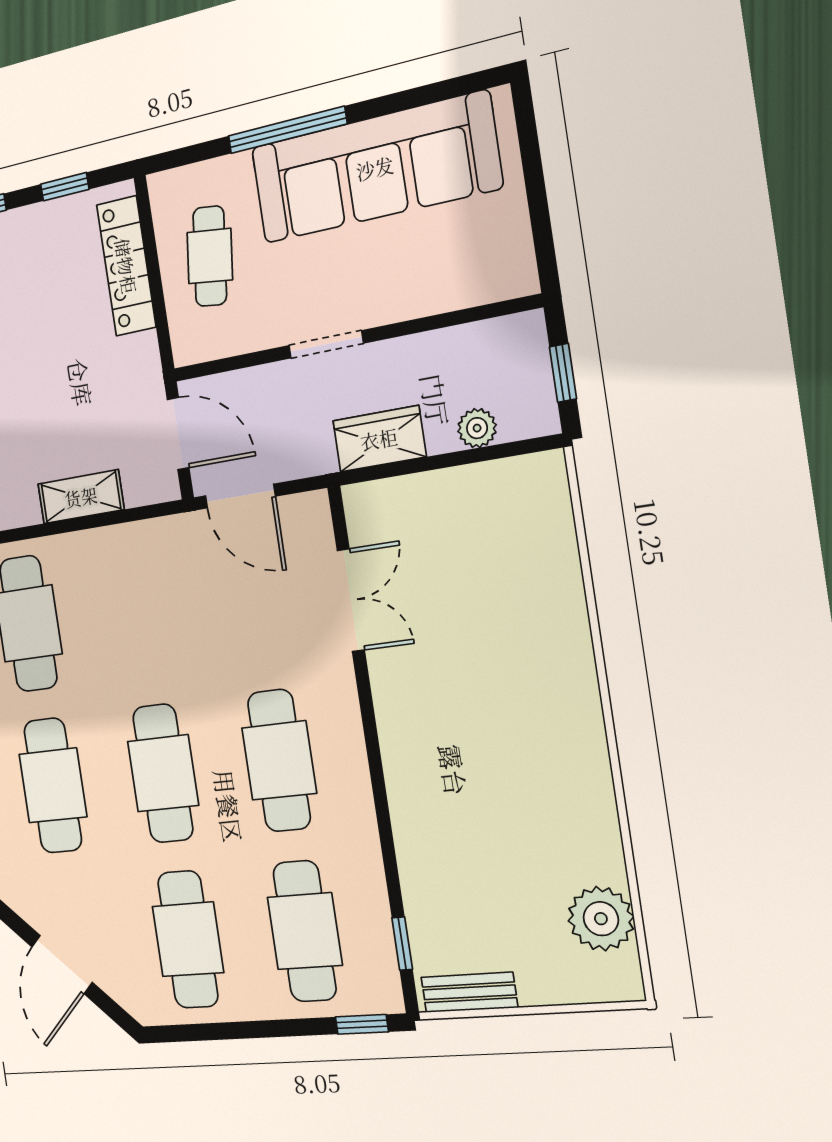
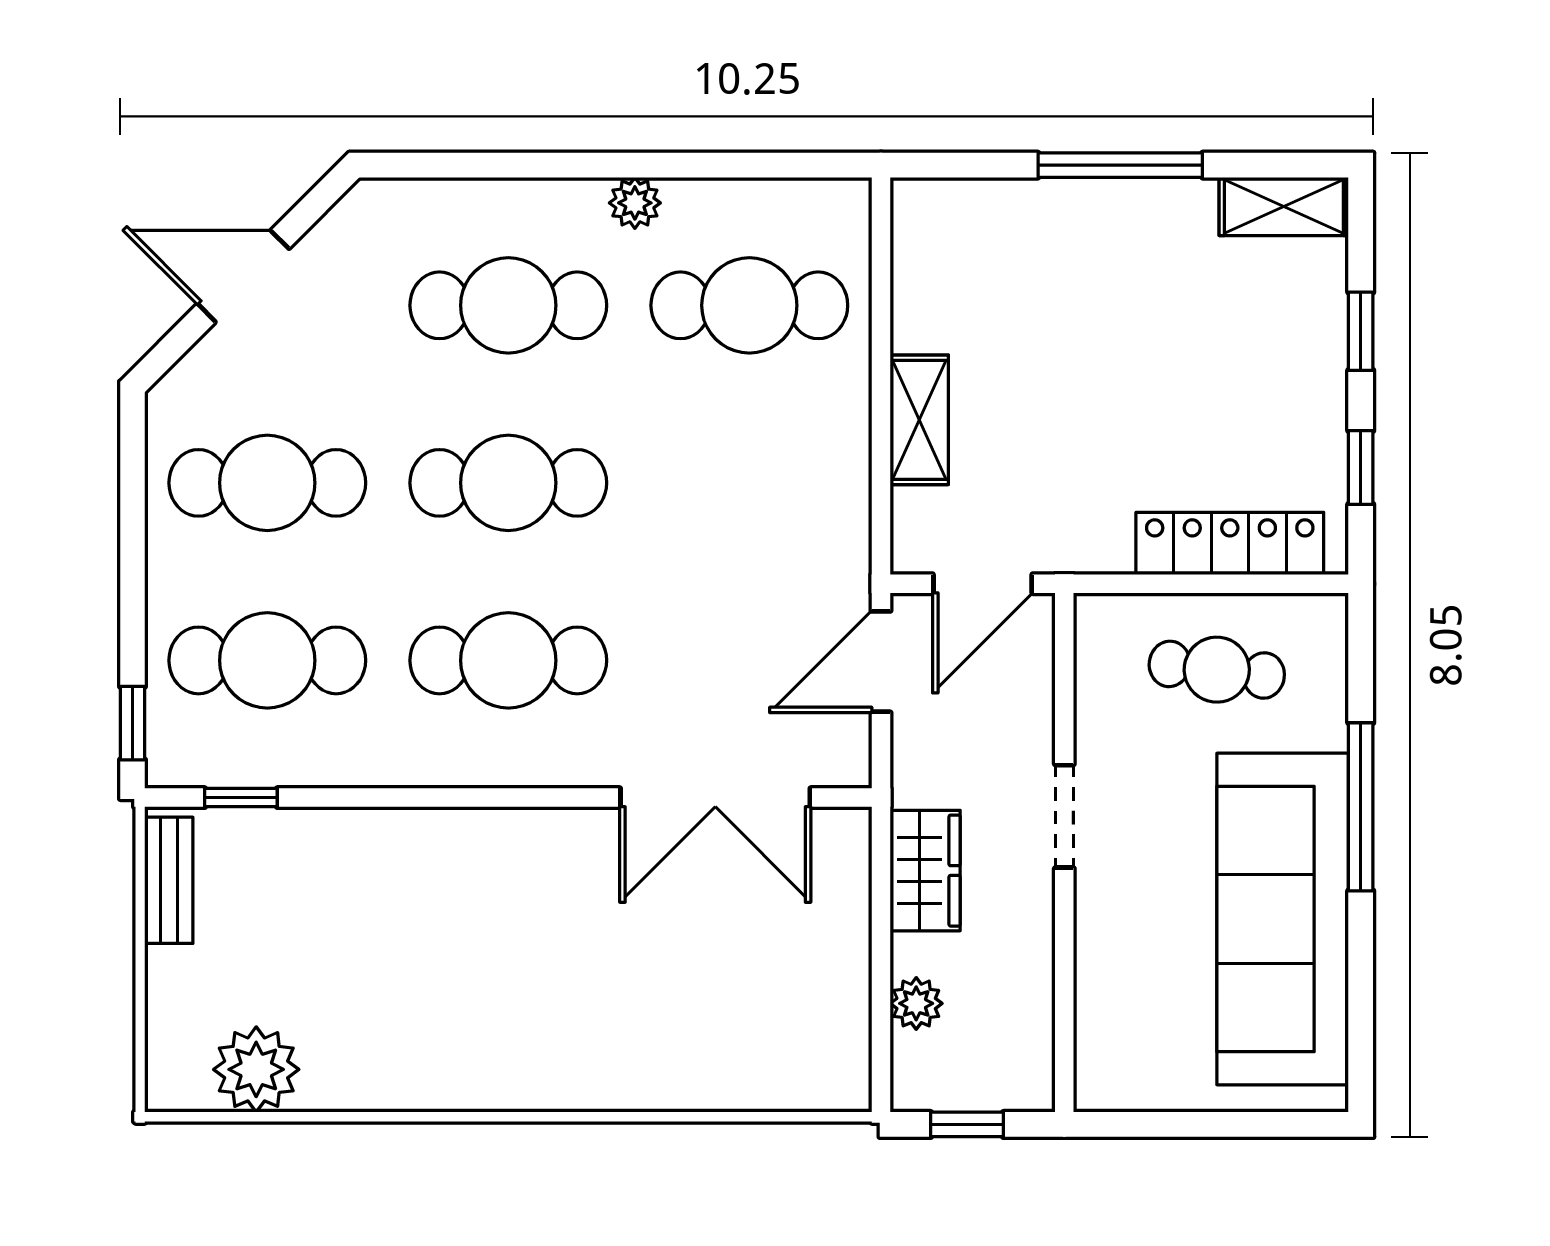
double door: (351, 600) -> (715, 798), width x1.37

